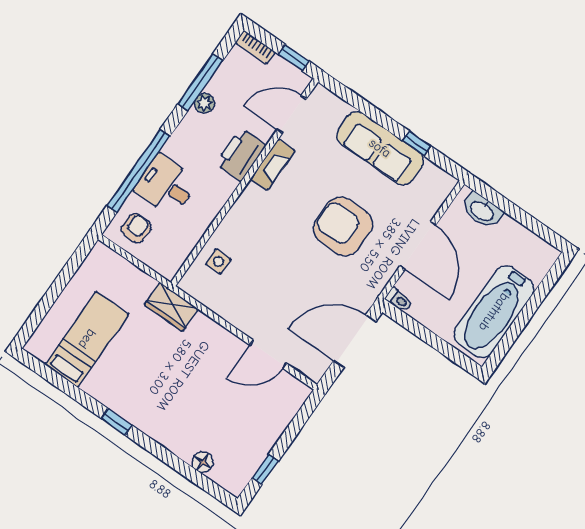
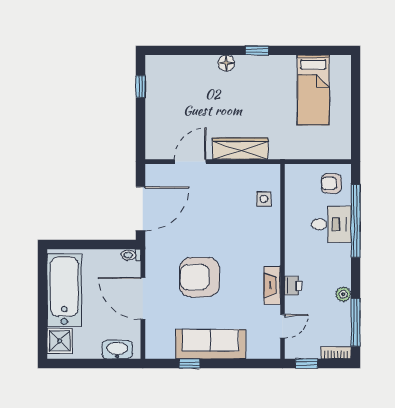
window: (200, 82) -> (356, 322), moved
door: (292, 114) -> (282, 326), width x0.73
printer: (241, 155) -> (293, 286), width x0.53, depth x0.68
armchair: (343, 226) -> (199, 277), turned 180
armchair: (136, 228) -> (331, 183), turned 88
shower: (536, 262) -> (60, 341), added
wardrobe: (171, 307) -> (240, 149), moved, width x1.50
floor lamp: (203, 462) -> (226, 63), moved

